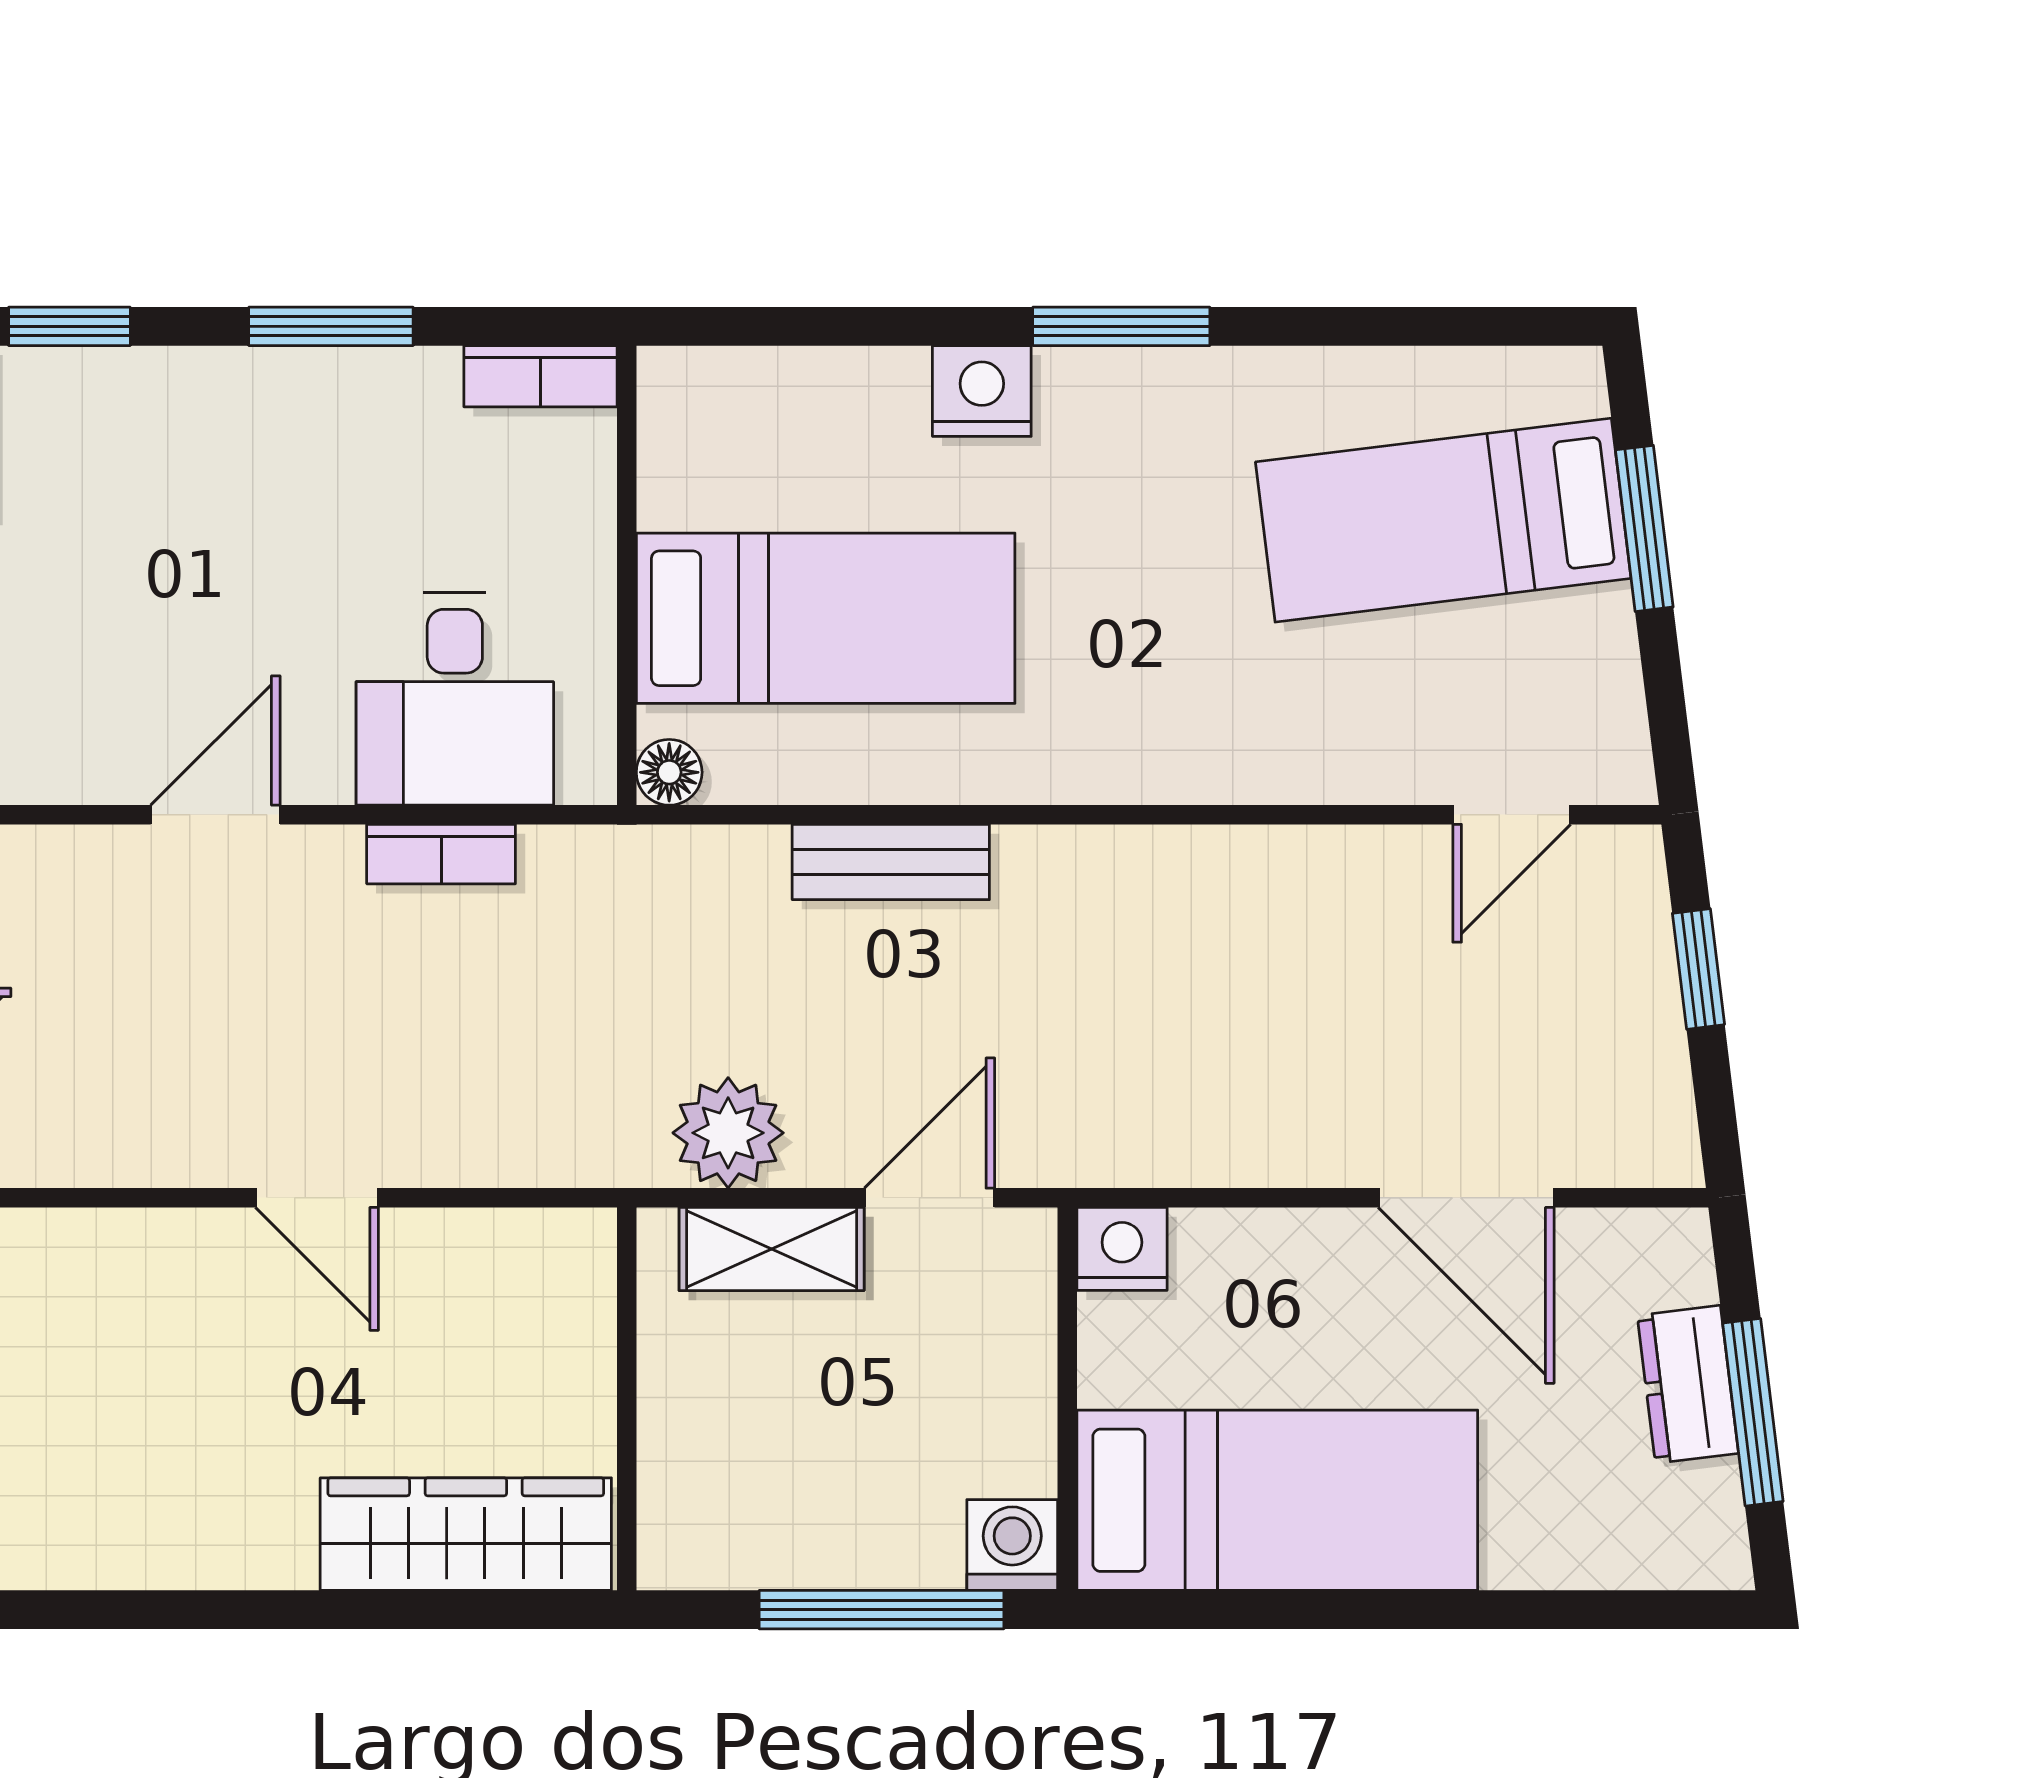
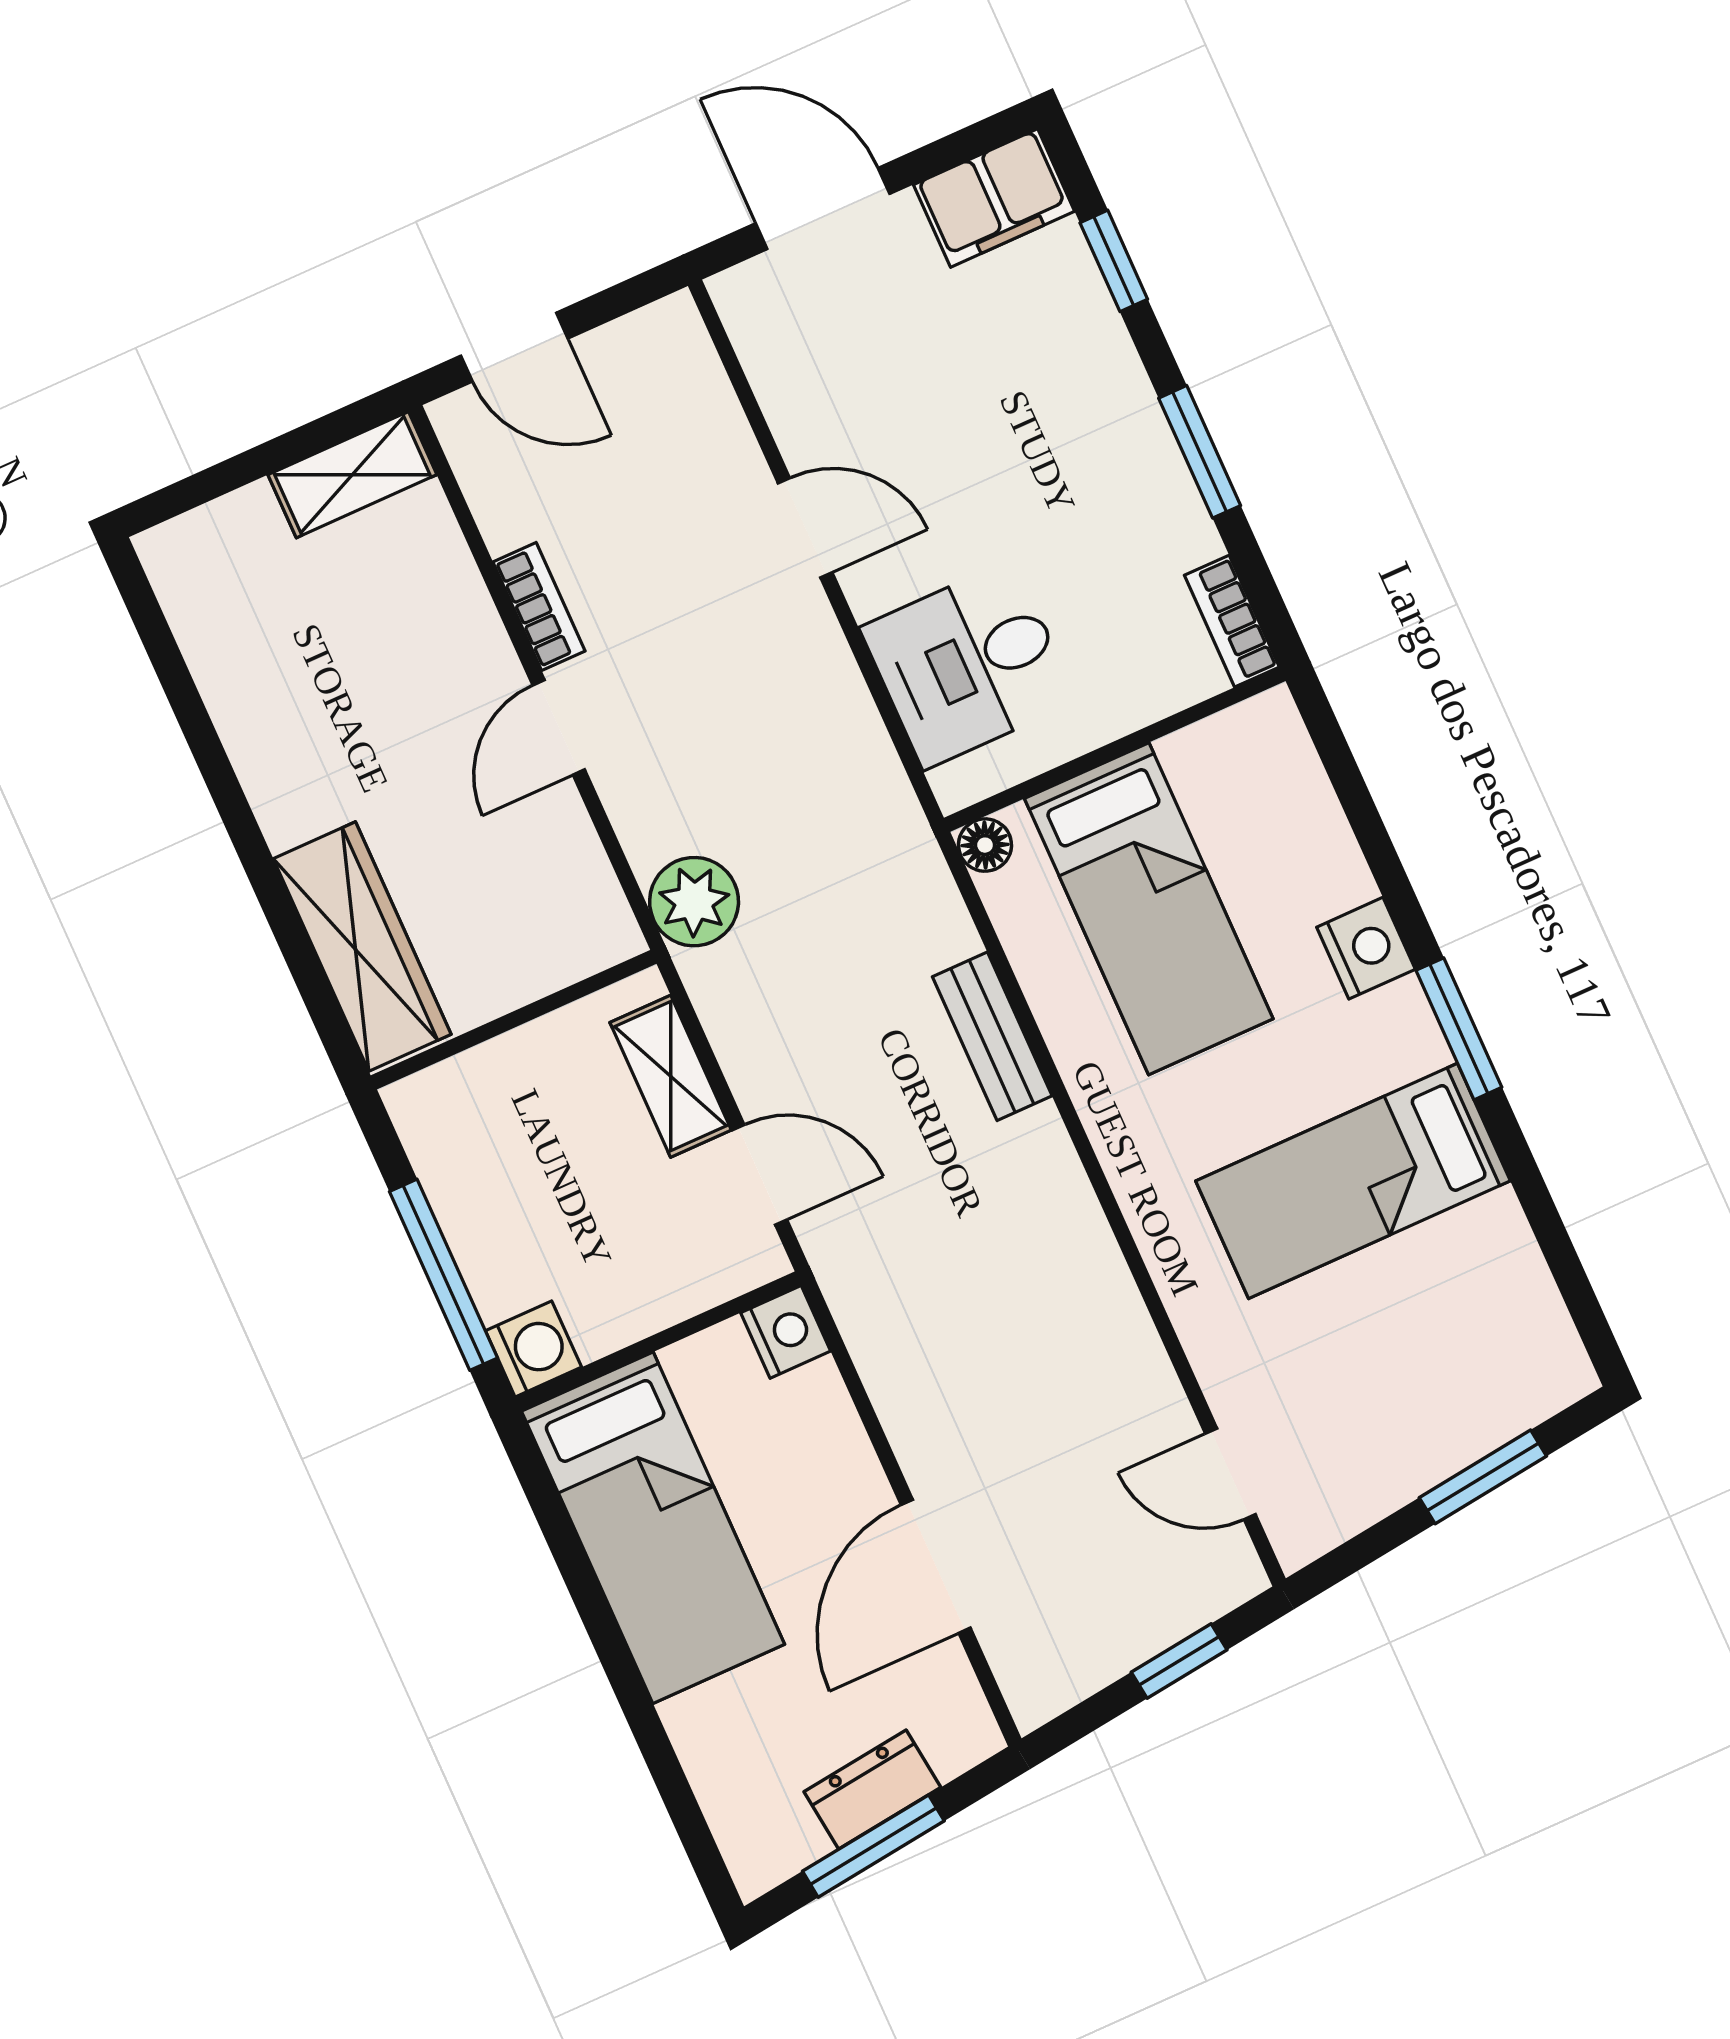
bed: (1443, 520) -> (1353, 1181), moved, turned -83
bookcase: (441, 854) -> (539, 606), moved, turned 180
plant: (728, 1133) -> (694, 902), moved

